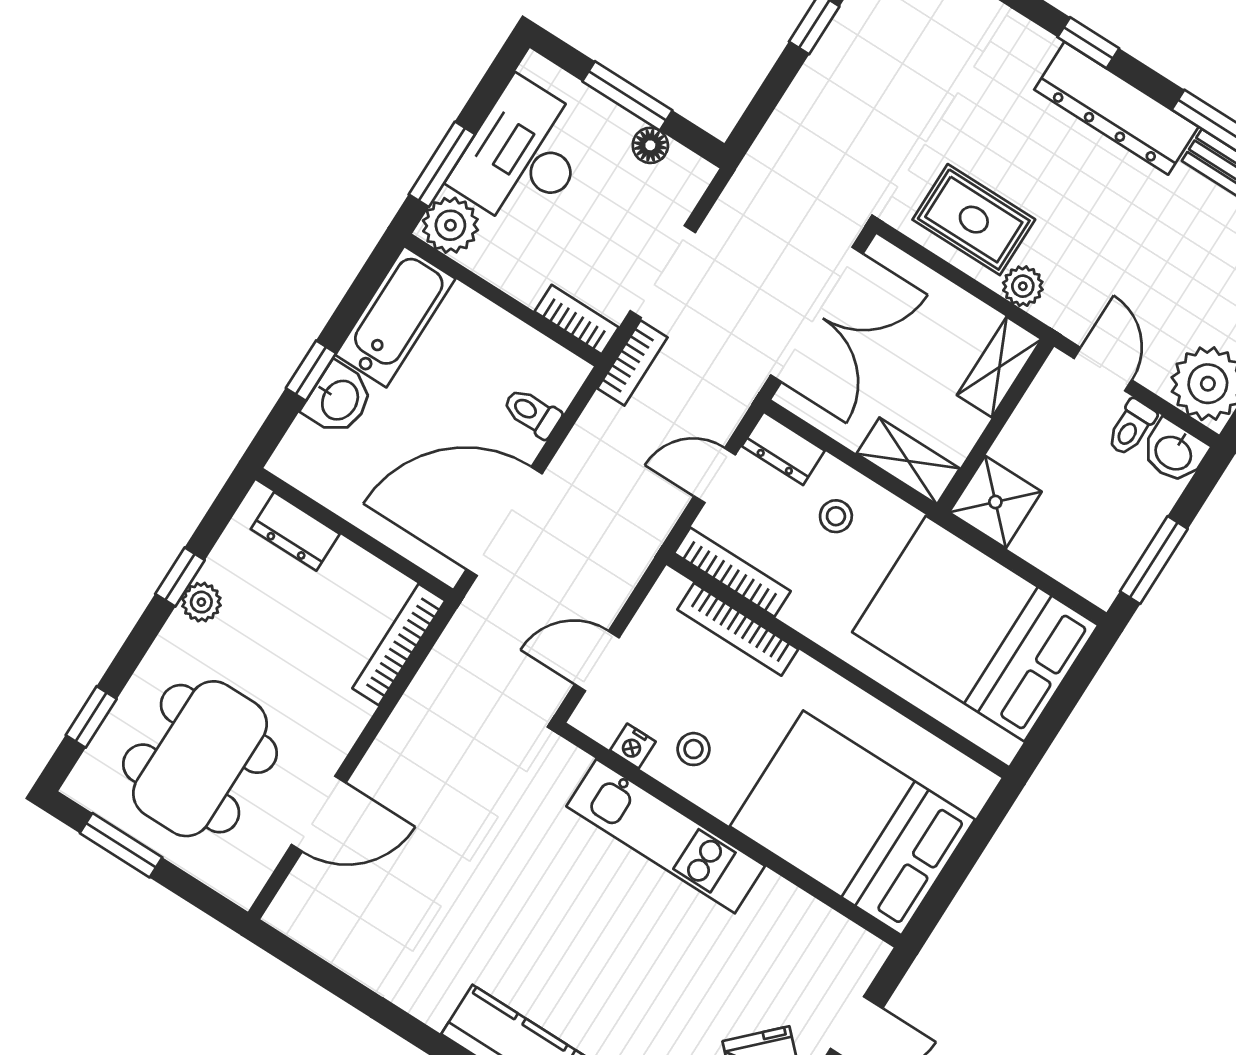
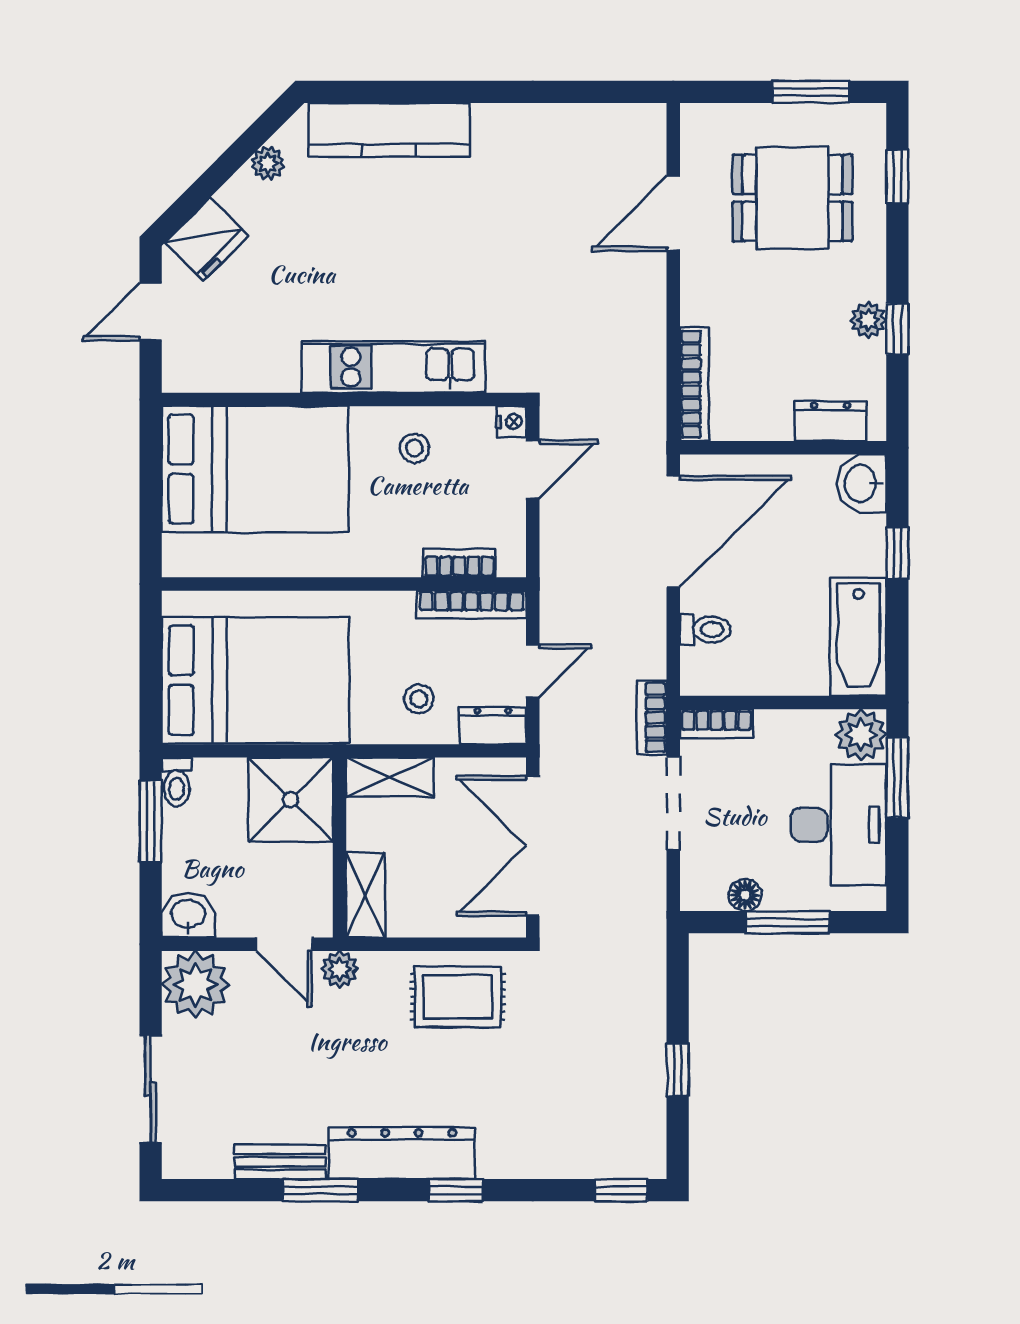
plant: (1023, 286) -> (340, 969), moved
washbasin: (339, 399) -> (862, 483), moved
toilet: (1131, 427) -> (177, 782), moved, turned 180
shower: (995, 502) -> (291, 800), width x1.36, depth x1.36
bookcase: (738, 629) -> (459, 563), width x0.64
nightstand: (633, 746) -> (511, 422), moved, turned 90
dining table: (200, 759) -> (792, 198), width x0.73

